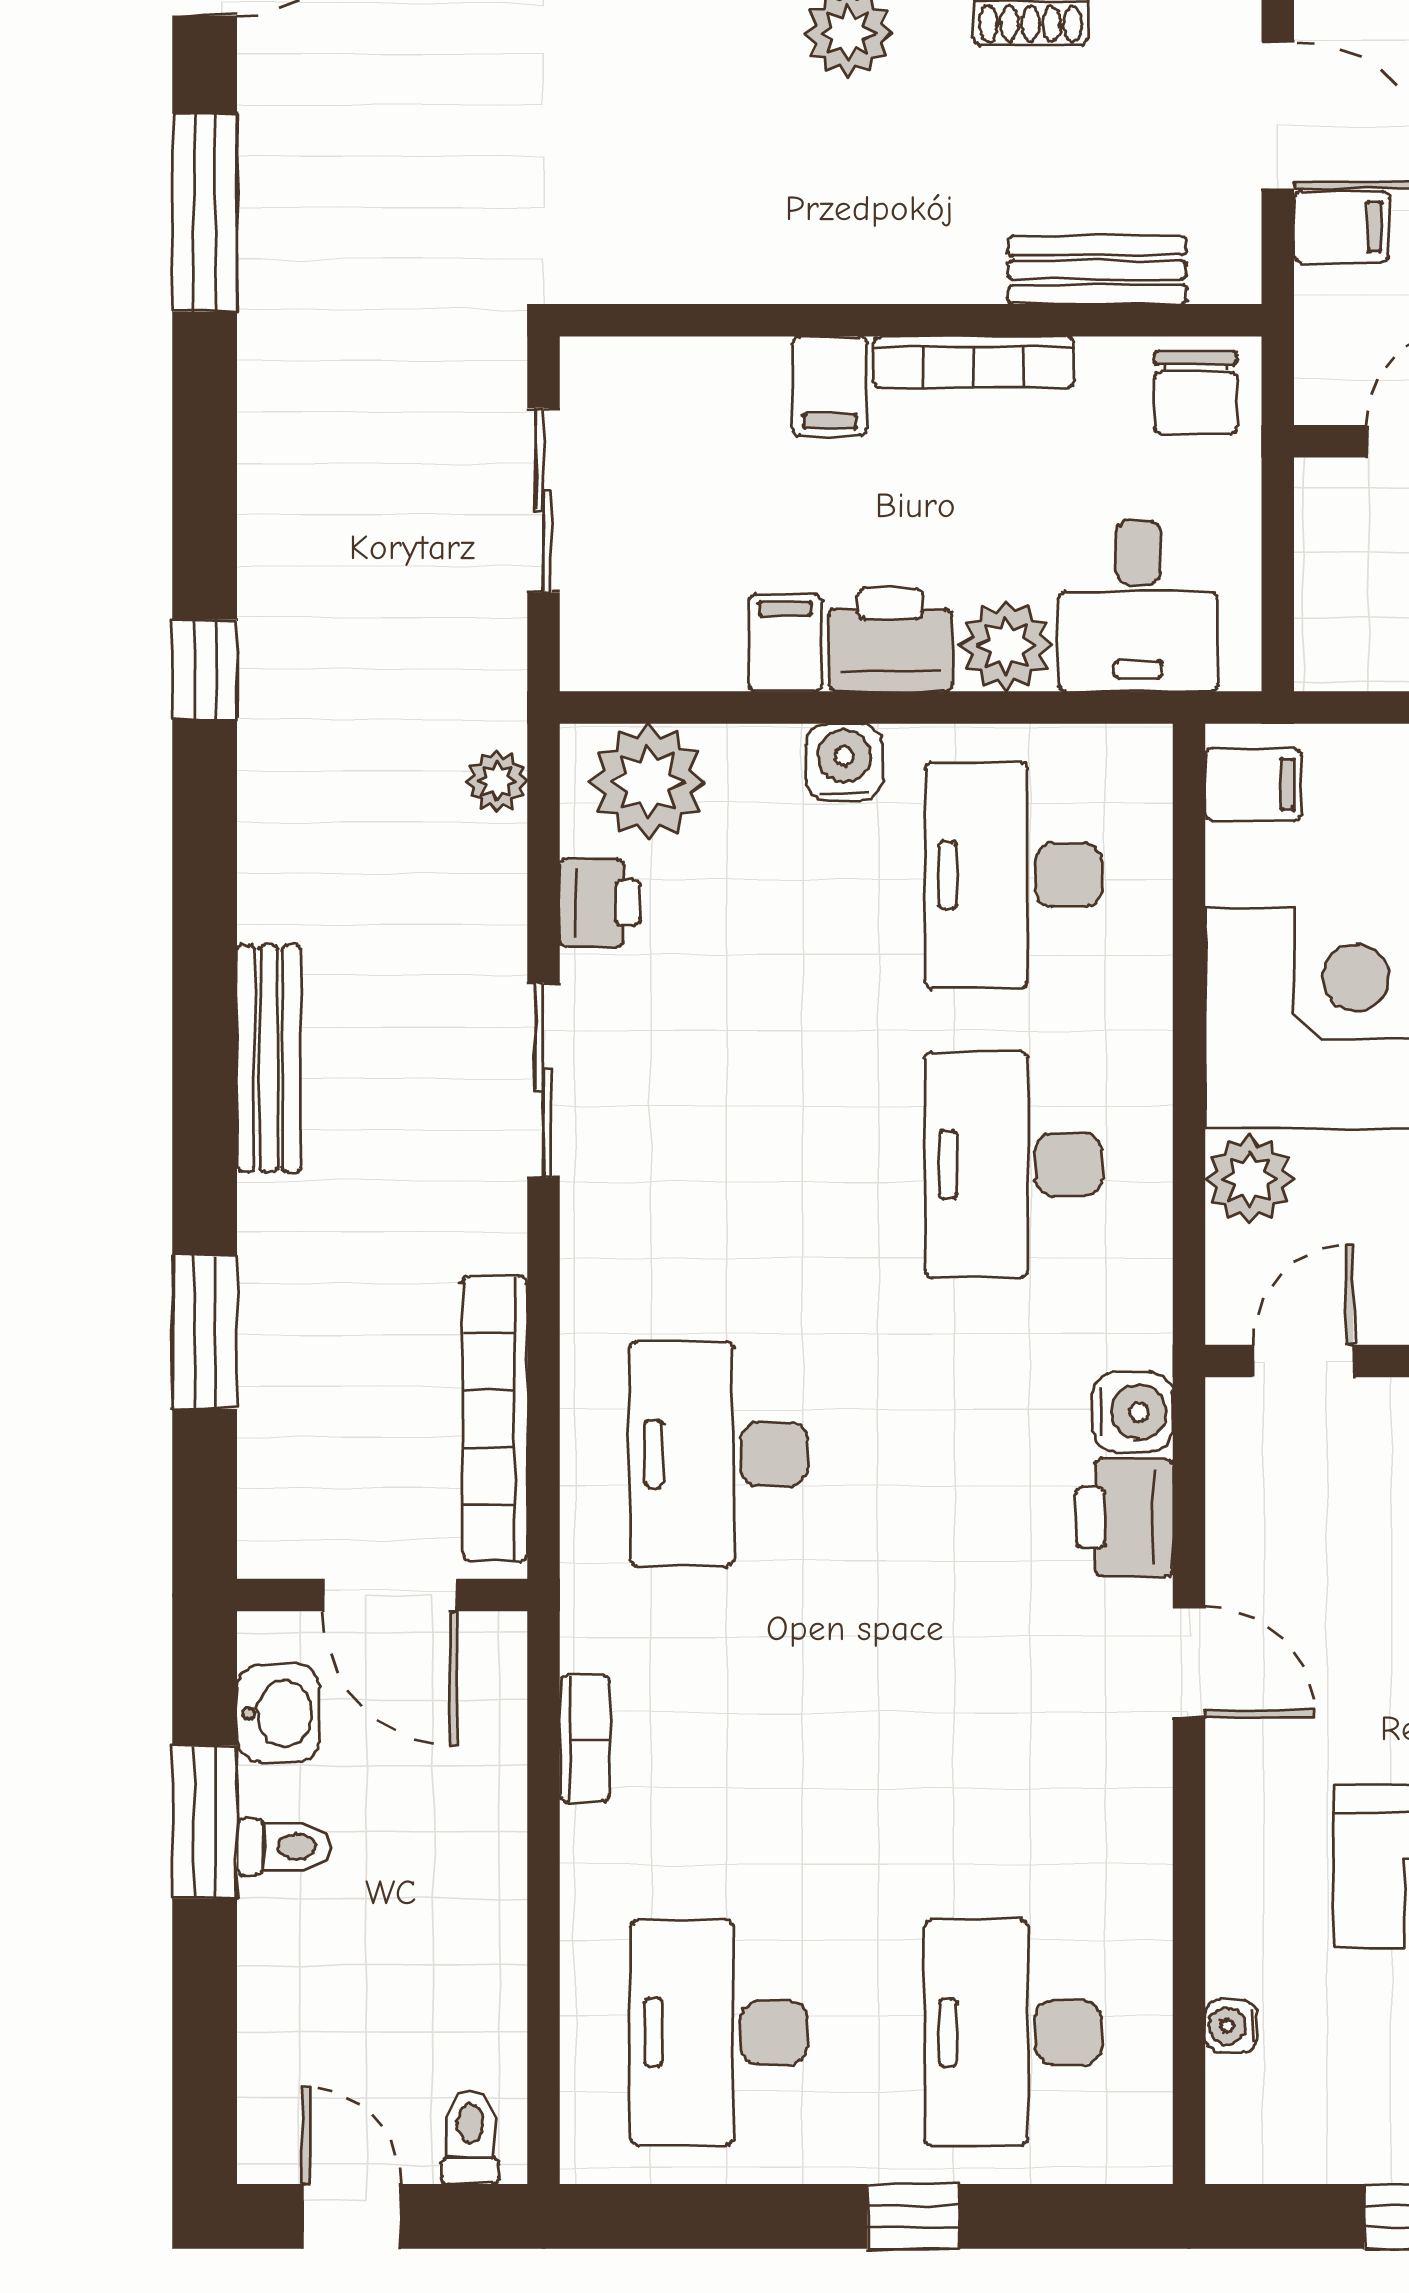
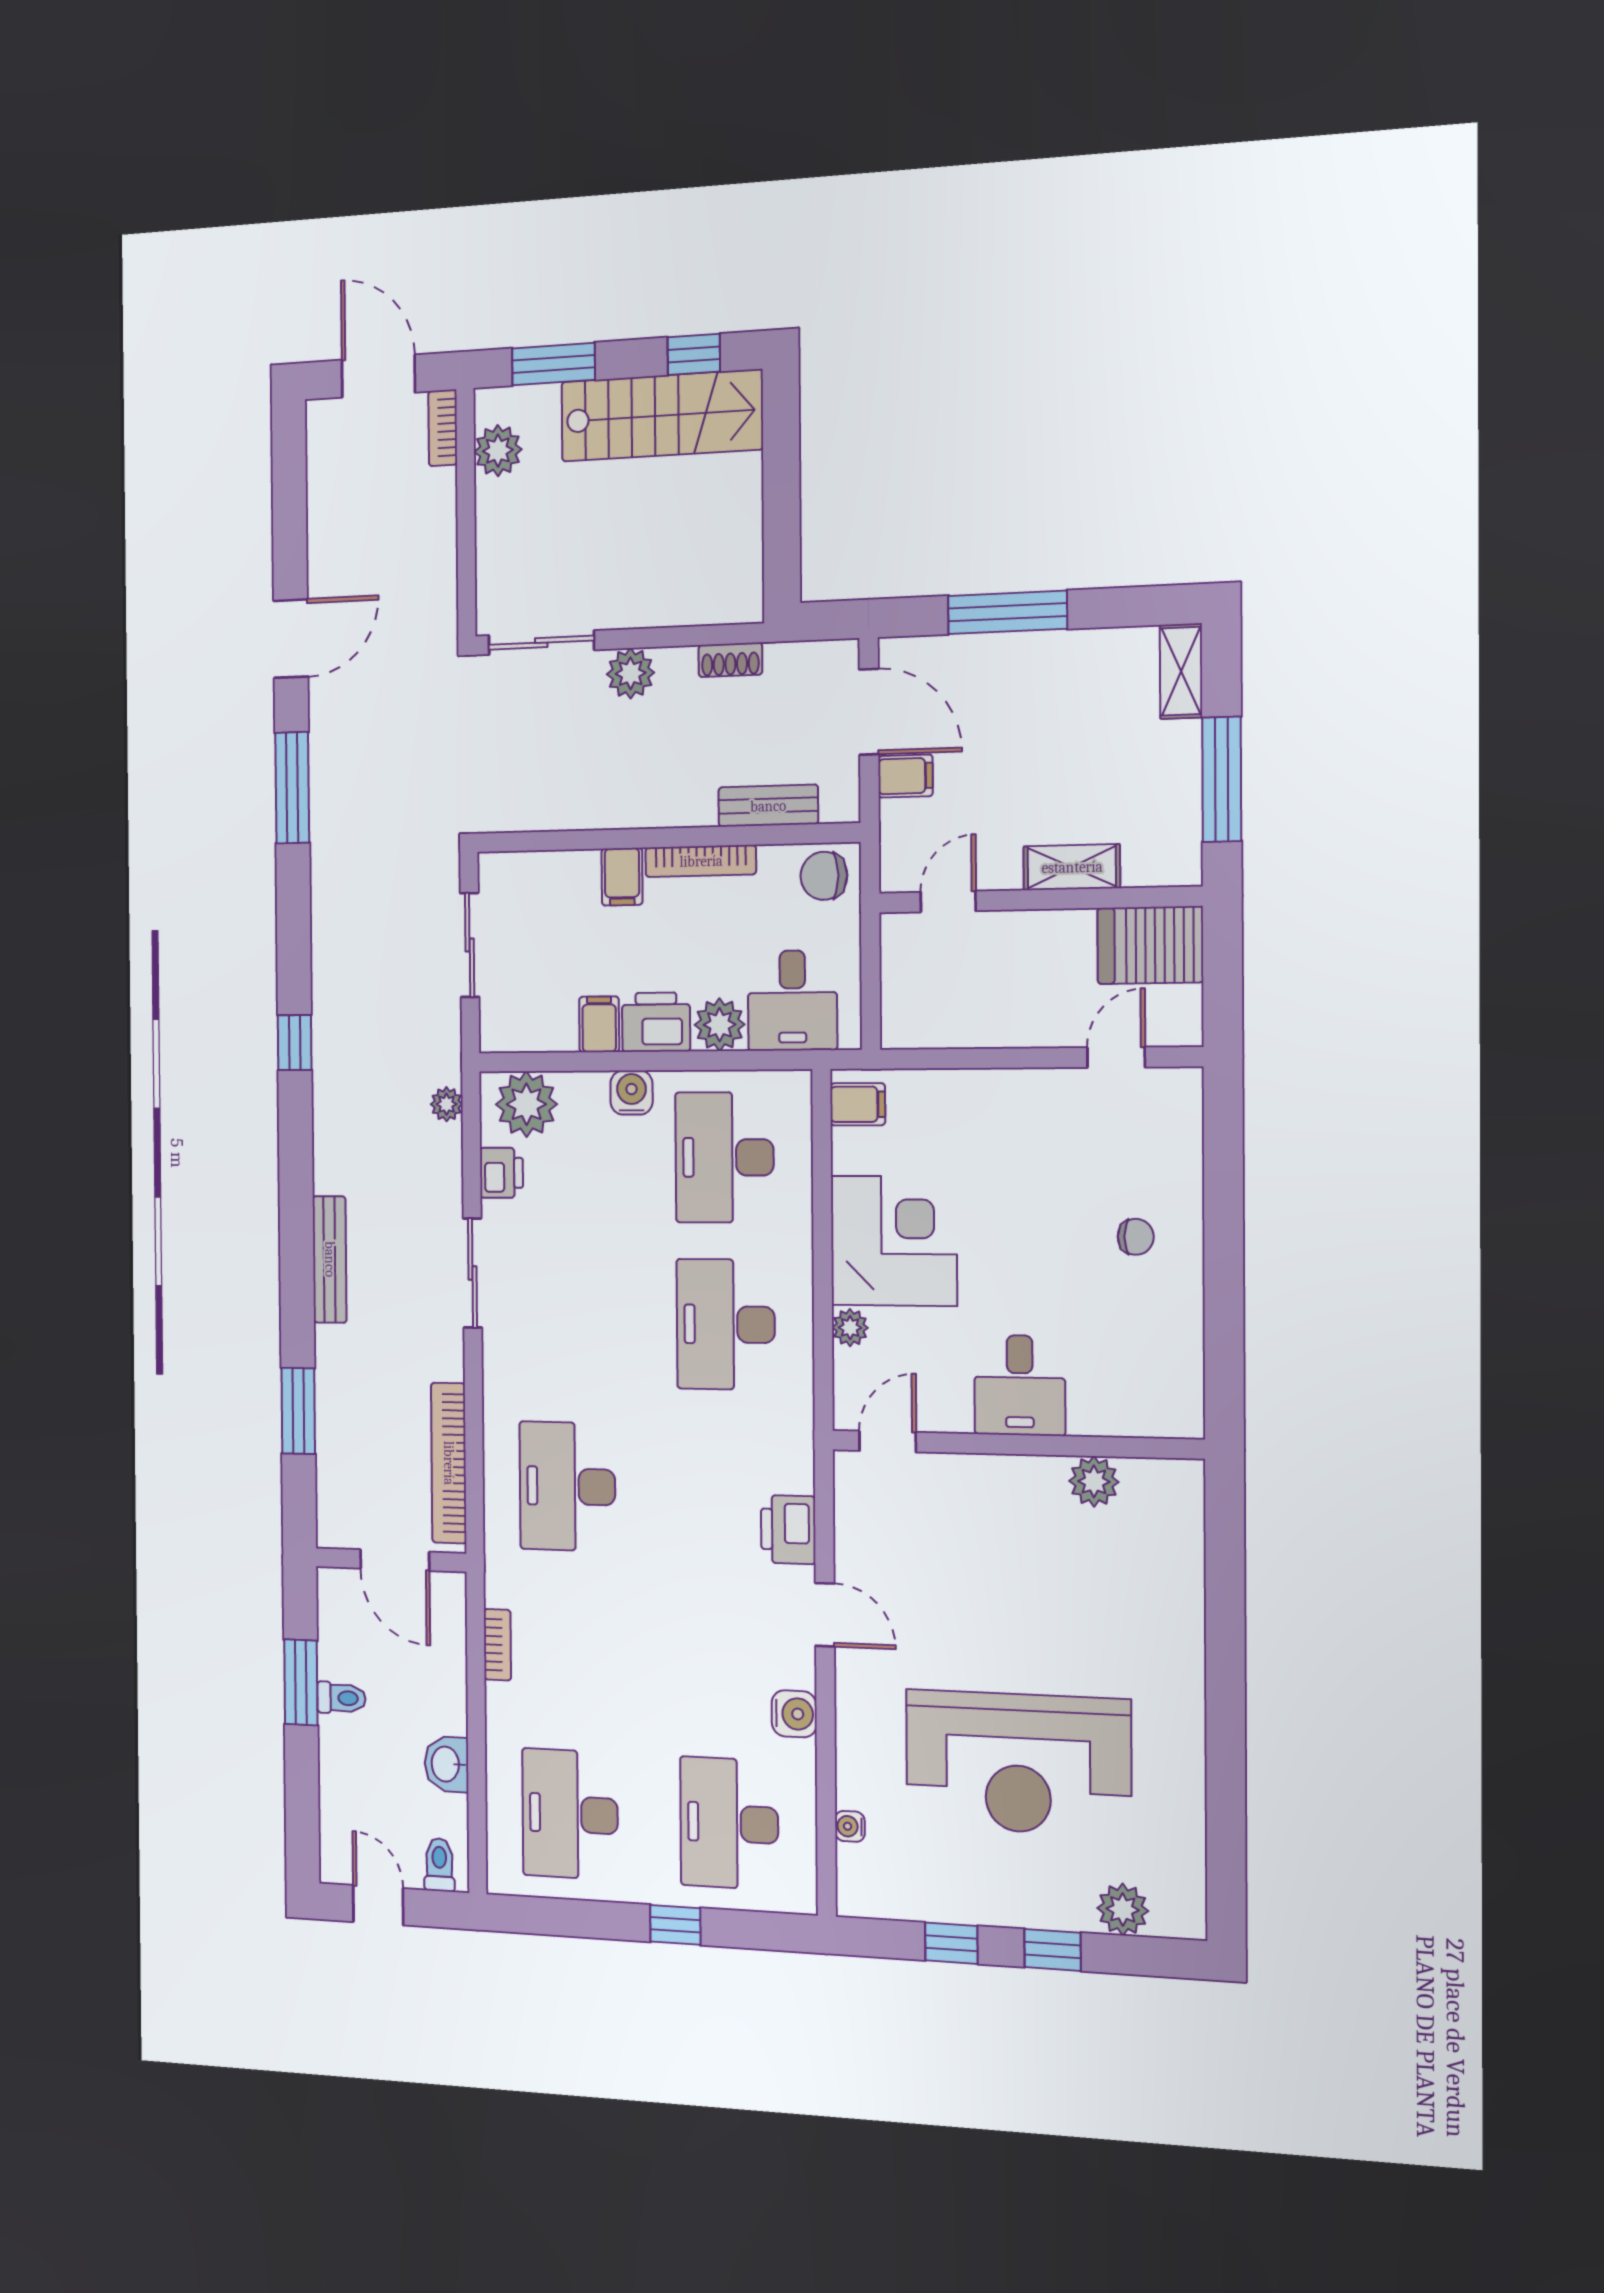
chair: (1196, 393) -> (824, 876), turned 90
plant: (1250, 1179) -> (850, 1328), width x0.73, depth x0.73
water cooler: (1133, 1412) -> (794, 1714), moved
washbasin: (278, 1713) -> (447, 1764), moved, turned 180

